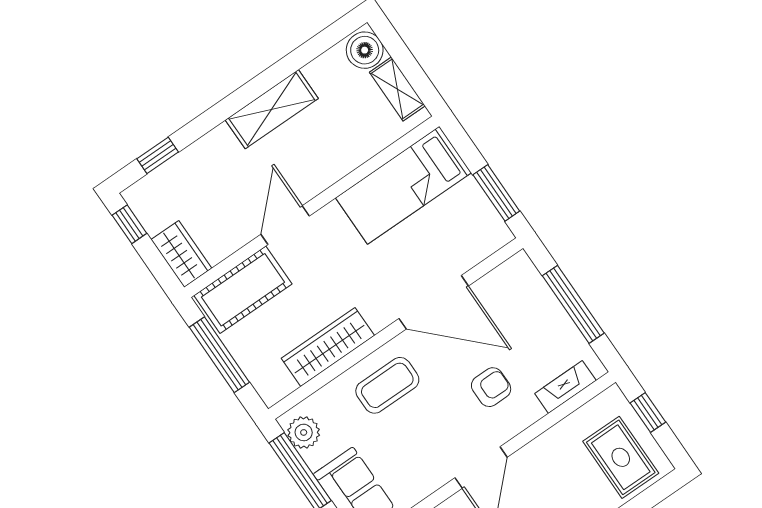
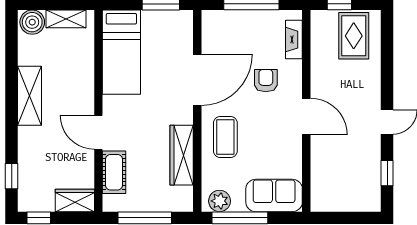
cot: (243, 290) -> (114, 172), width x0.73, depth x0.75
rug: (621, 457) -> (354, 36), turned 90

